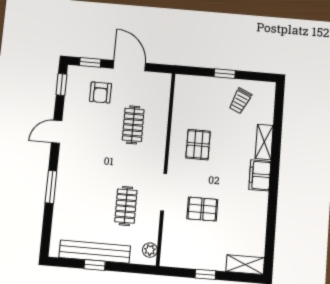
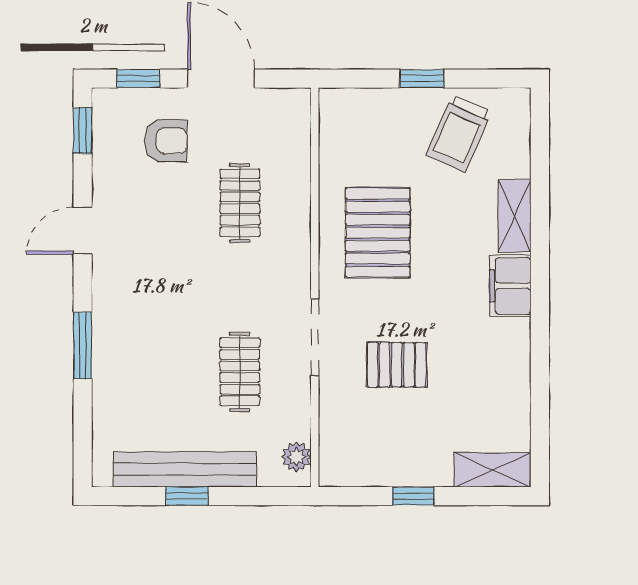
armchair: (101, 92) -> (166, 141), turned -90
trolley: (240, 101) -> (459, 133), width x1.36, depth x1.39
pallet: (198, 145) -> (378, 233), width x1.50, depth x1.42

